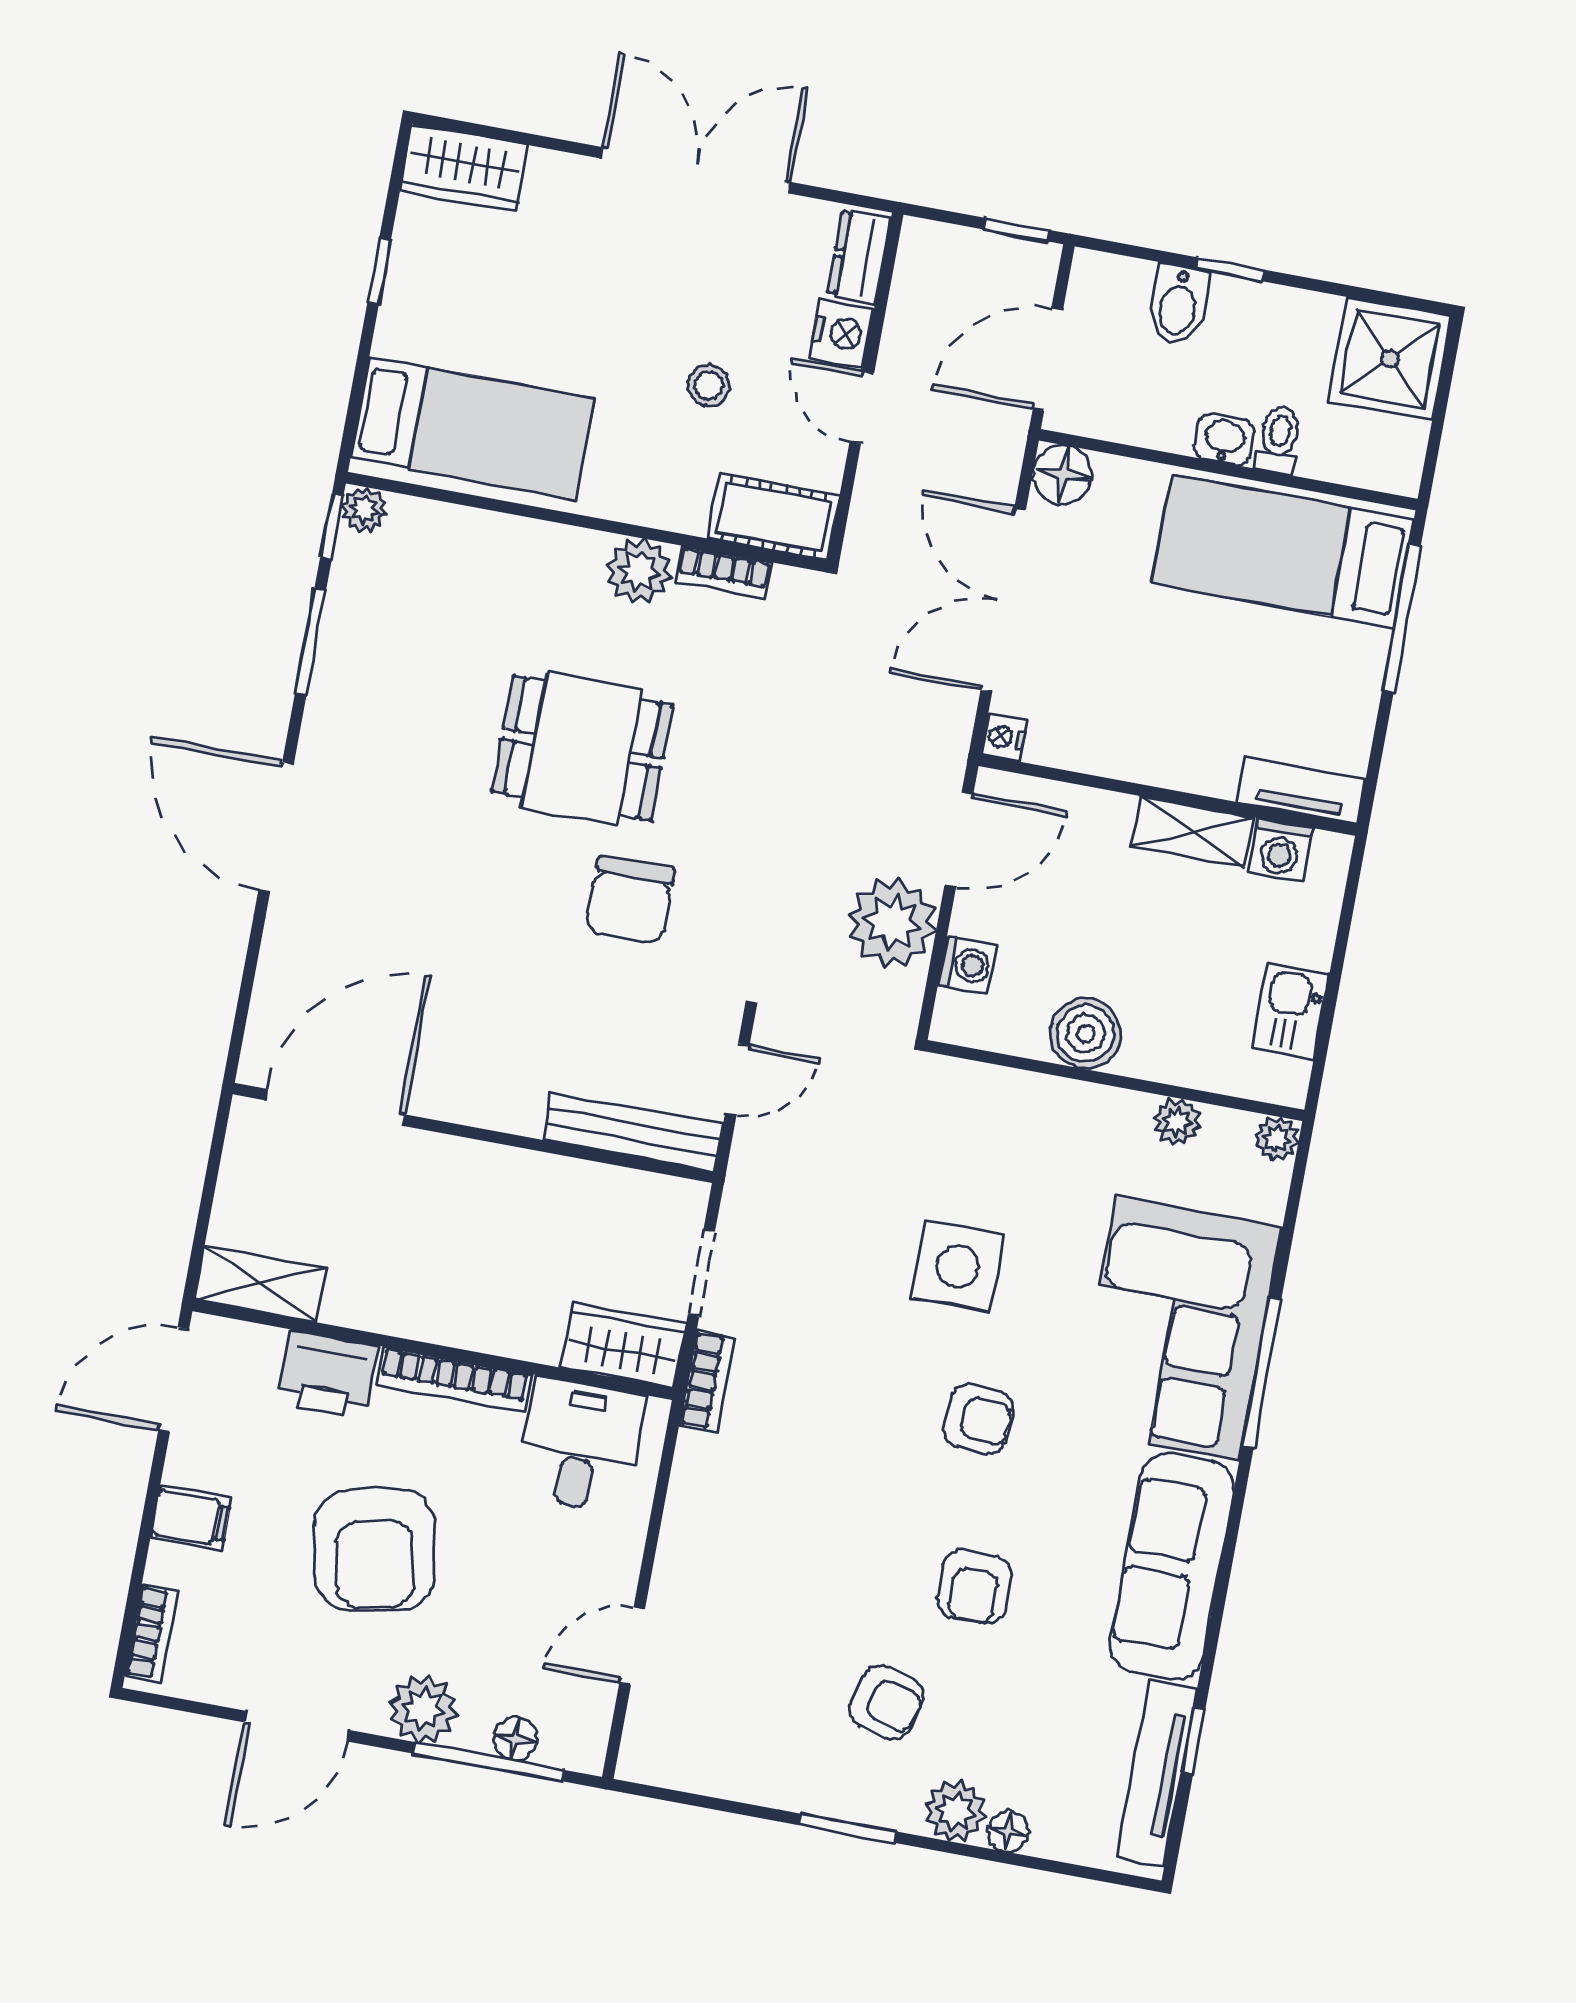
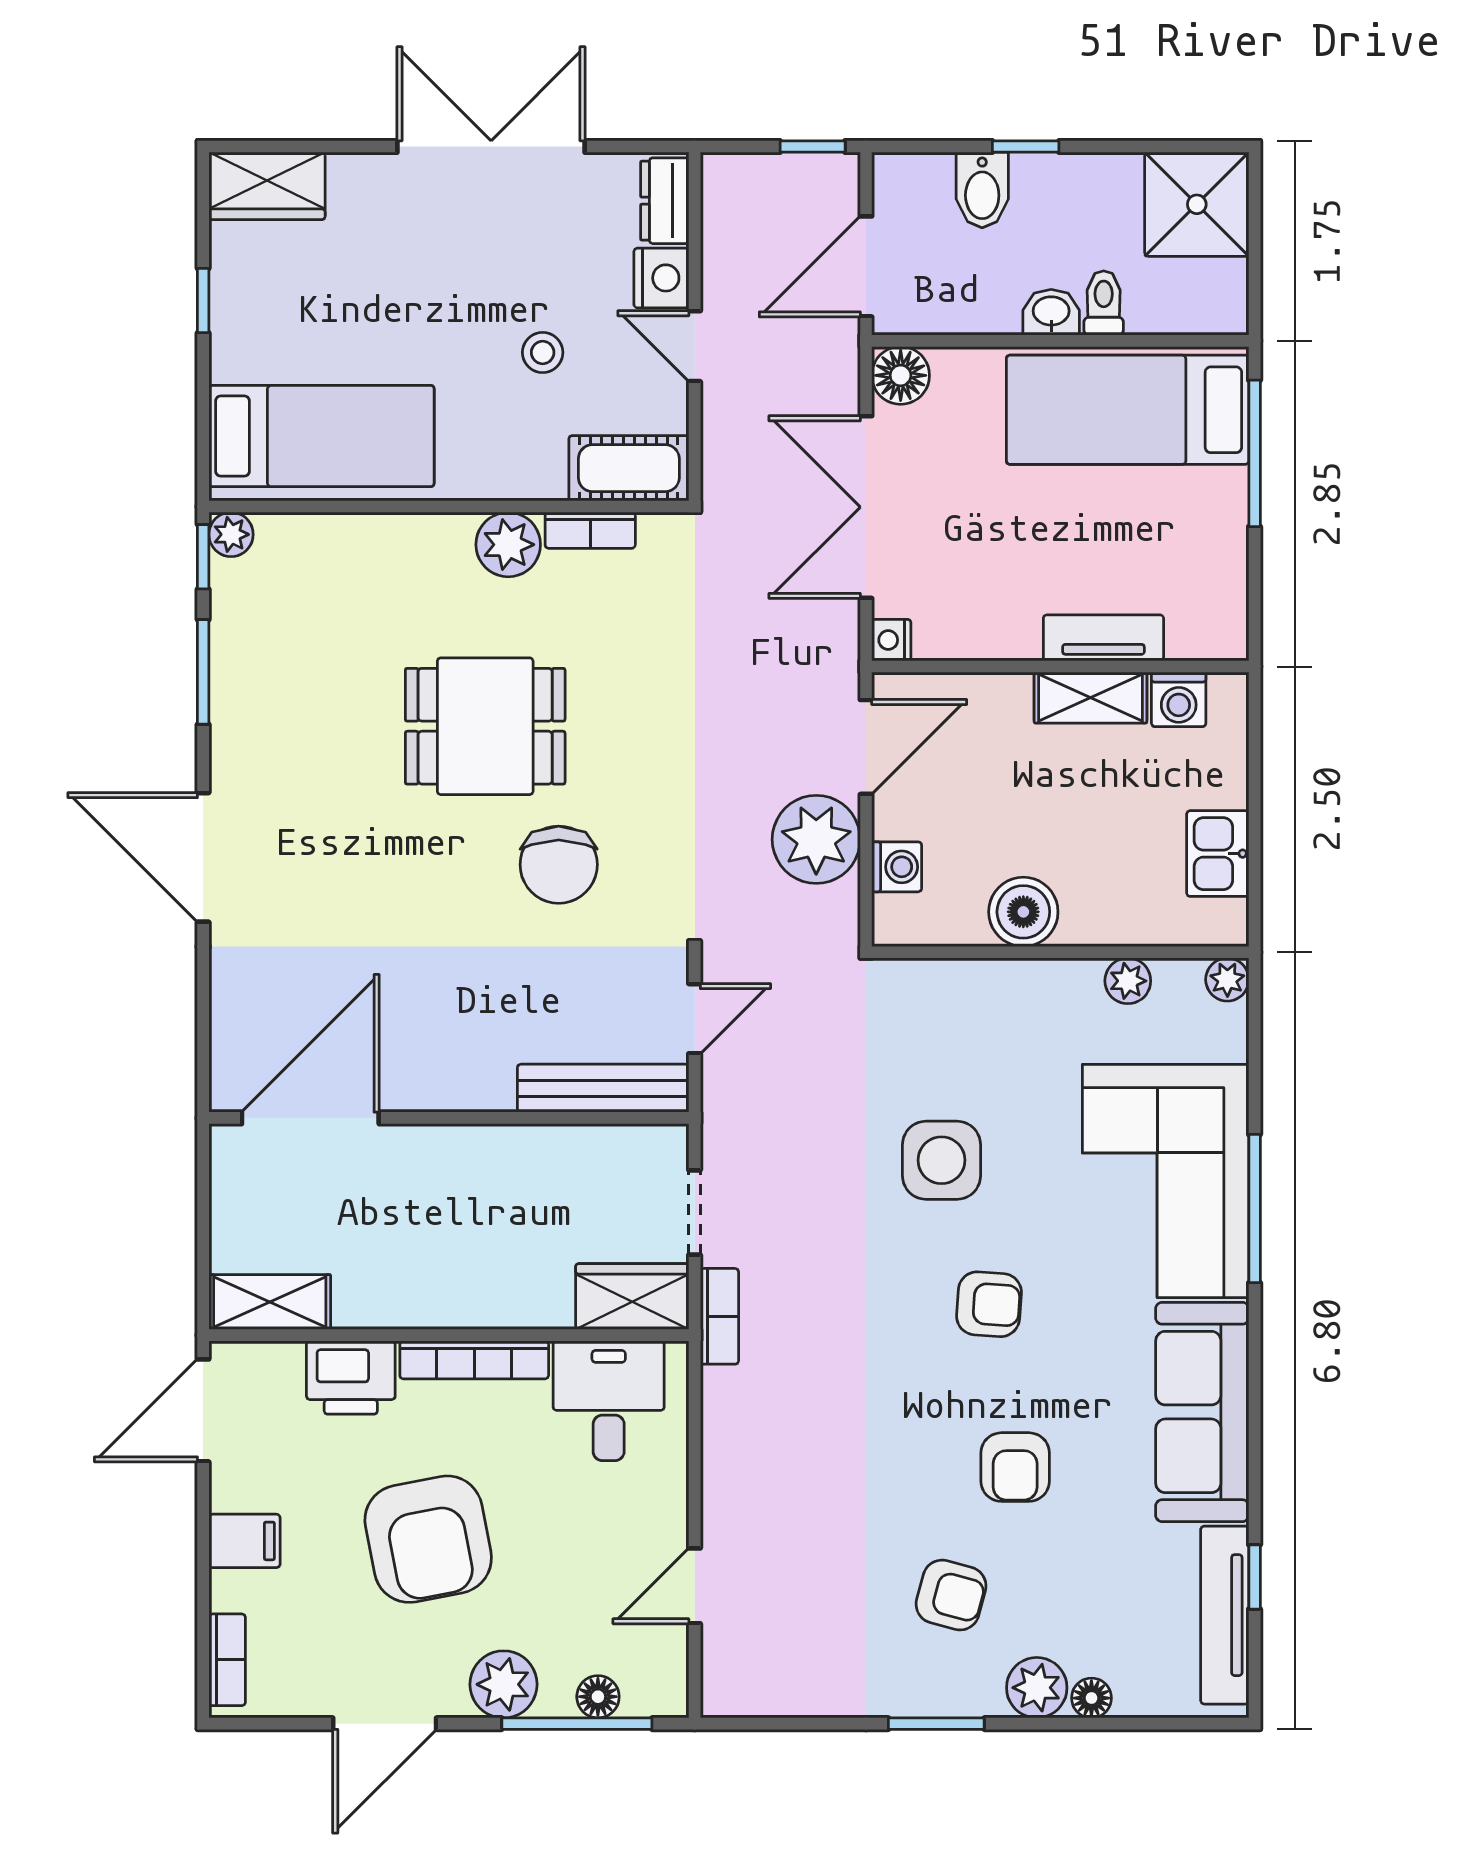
tv unit: (1301, 790) -> (1103, 638), moved

